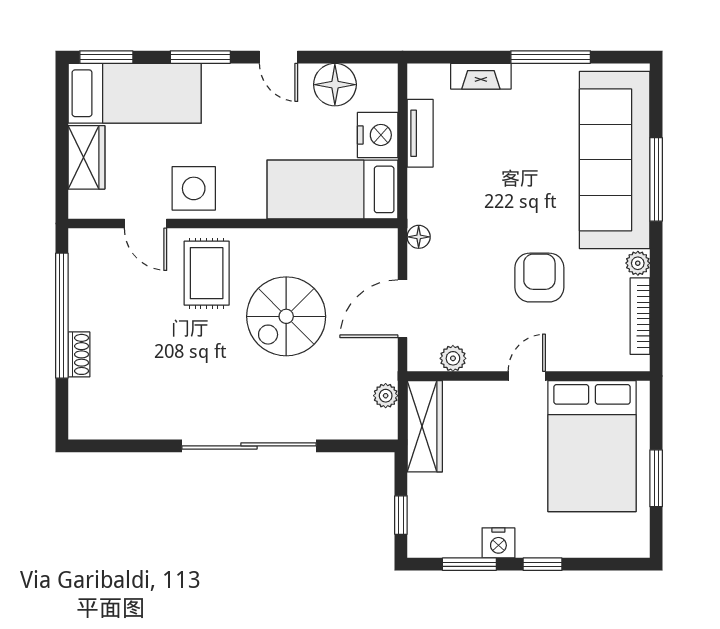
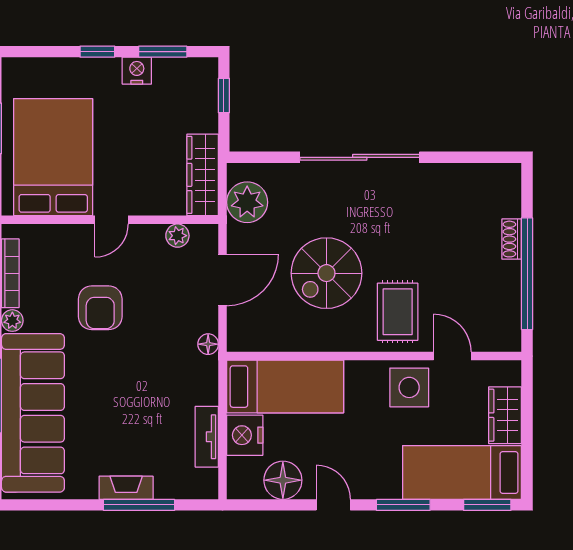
window: (551, 57) -> (139, 505), moved
fireplace: (481, 76) -> (126, 488), moved
spiral stairs: (286, 316) -> (326, 273), turned 180
plant: (386, 396) -> (247, 202), width x1.87, depth x1.87

